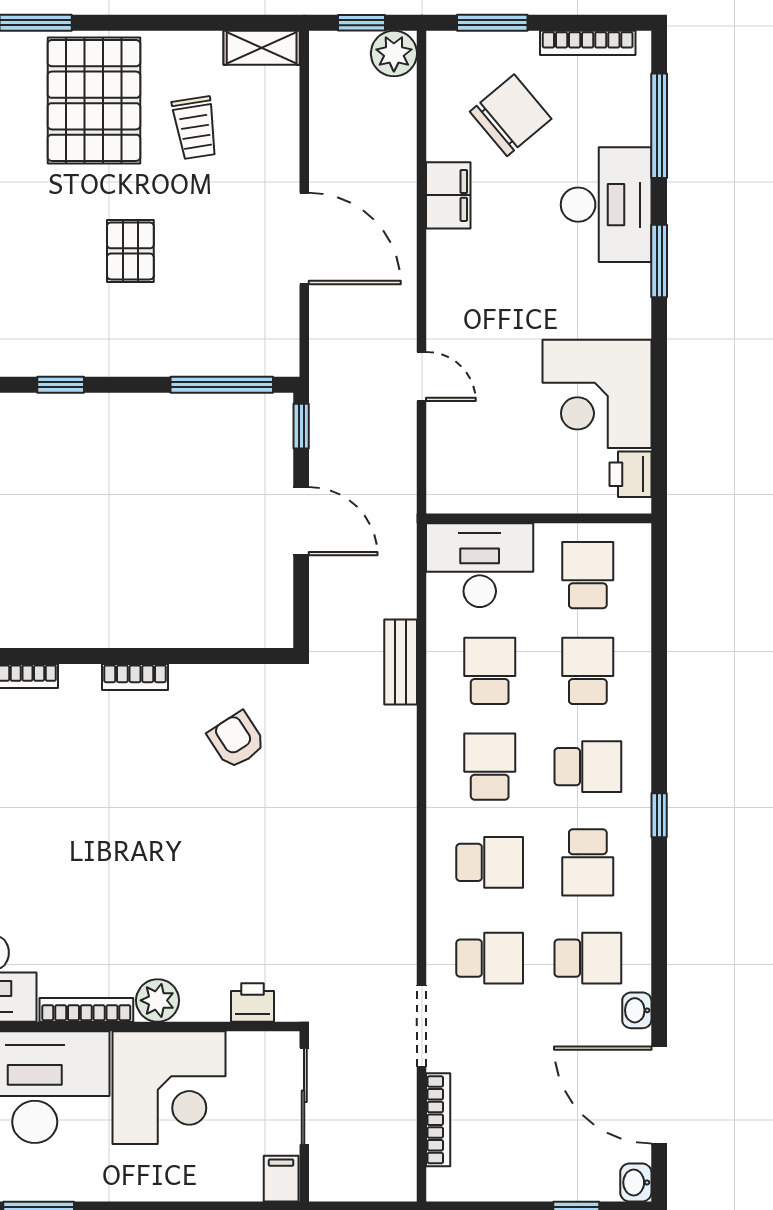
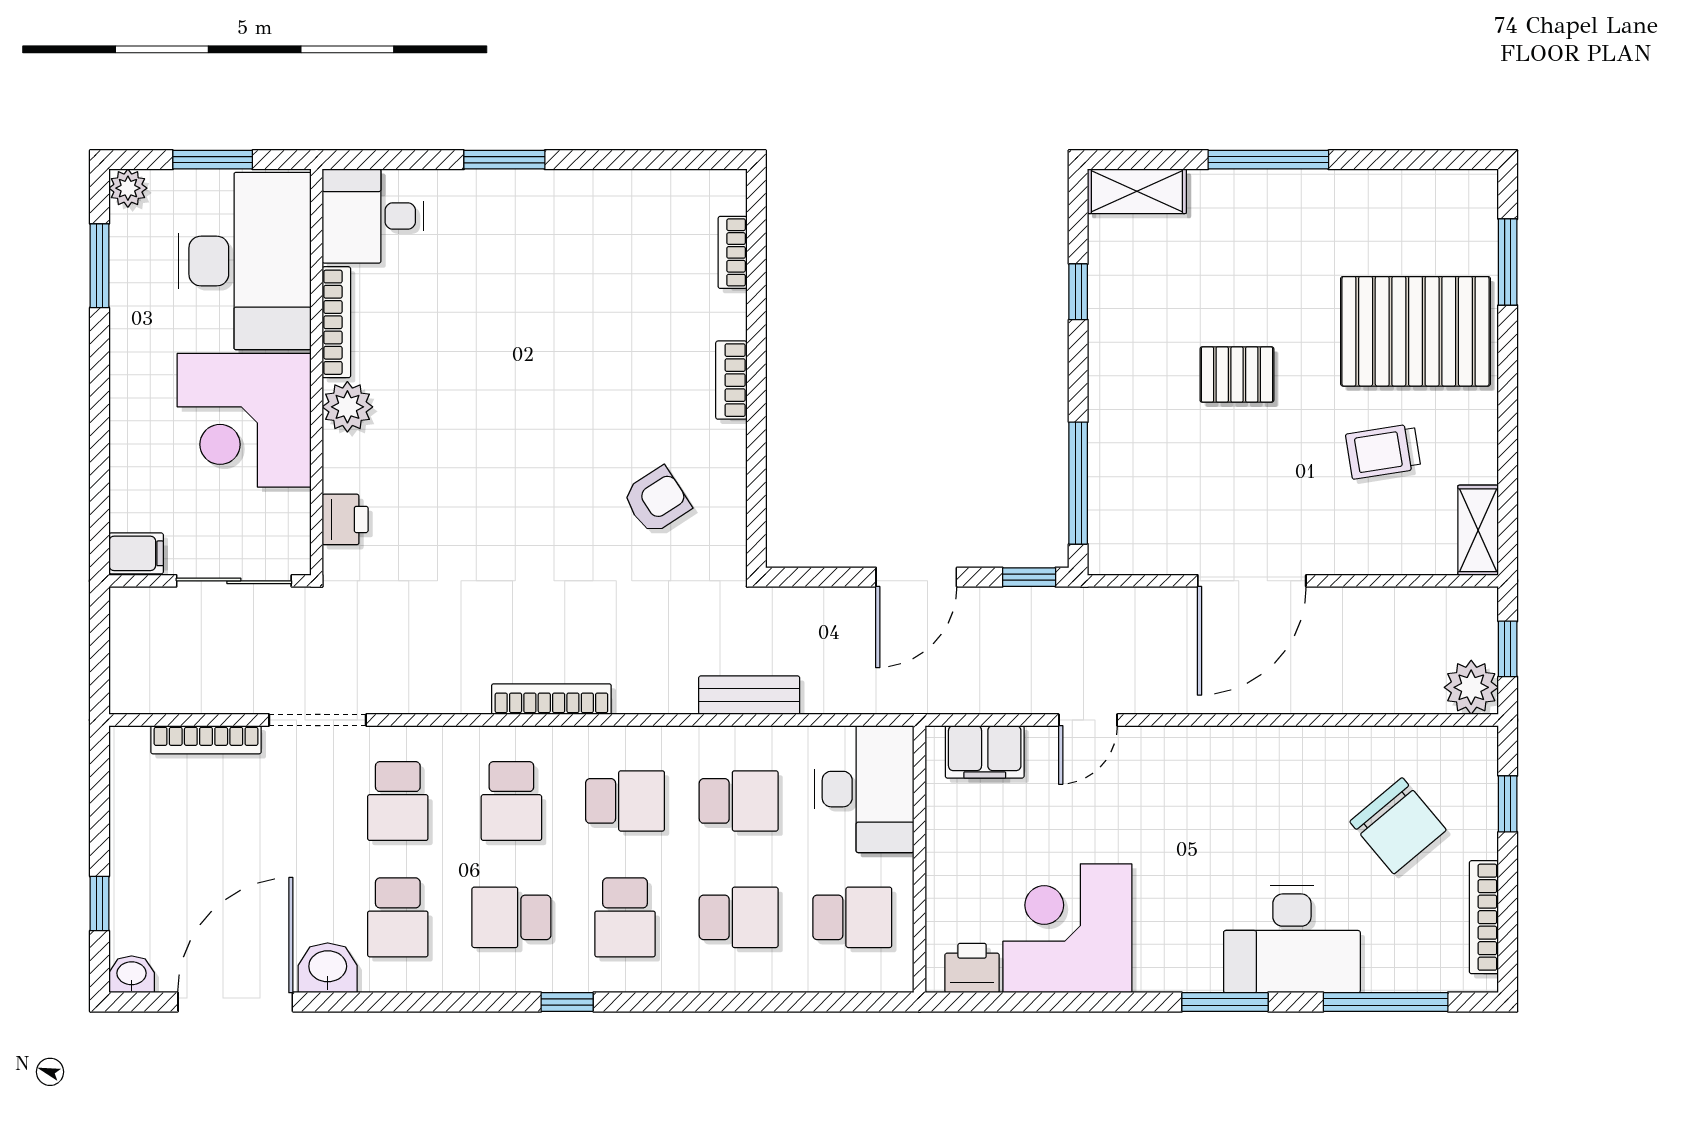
window: (492, 23) -> (1508, 804), width x0.67
filing cabinet: (448, 195) -> (985, 752), moved
bookcase: (404, 829) -> (551, 699), added
washbasin: (637, 1010) -> (328, 968), width x1.38, depth x1.45

